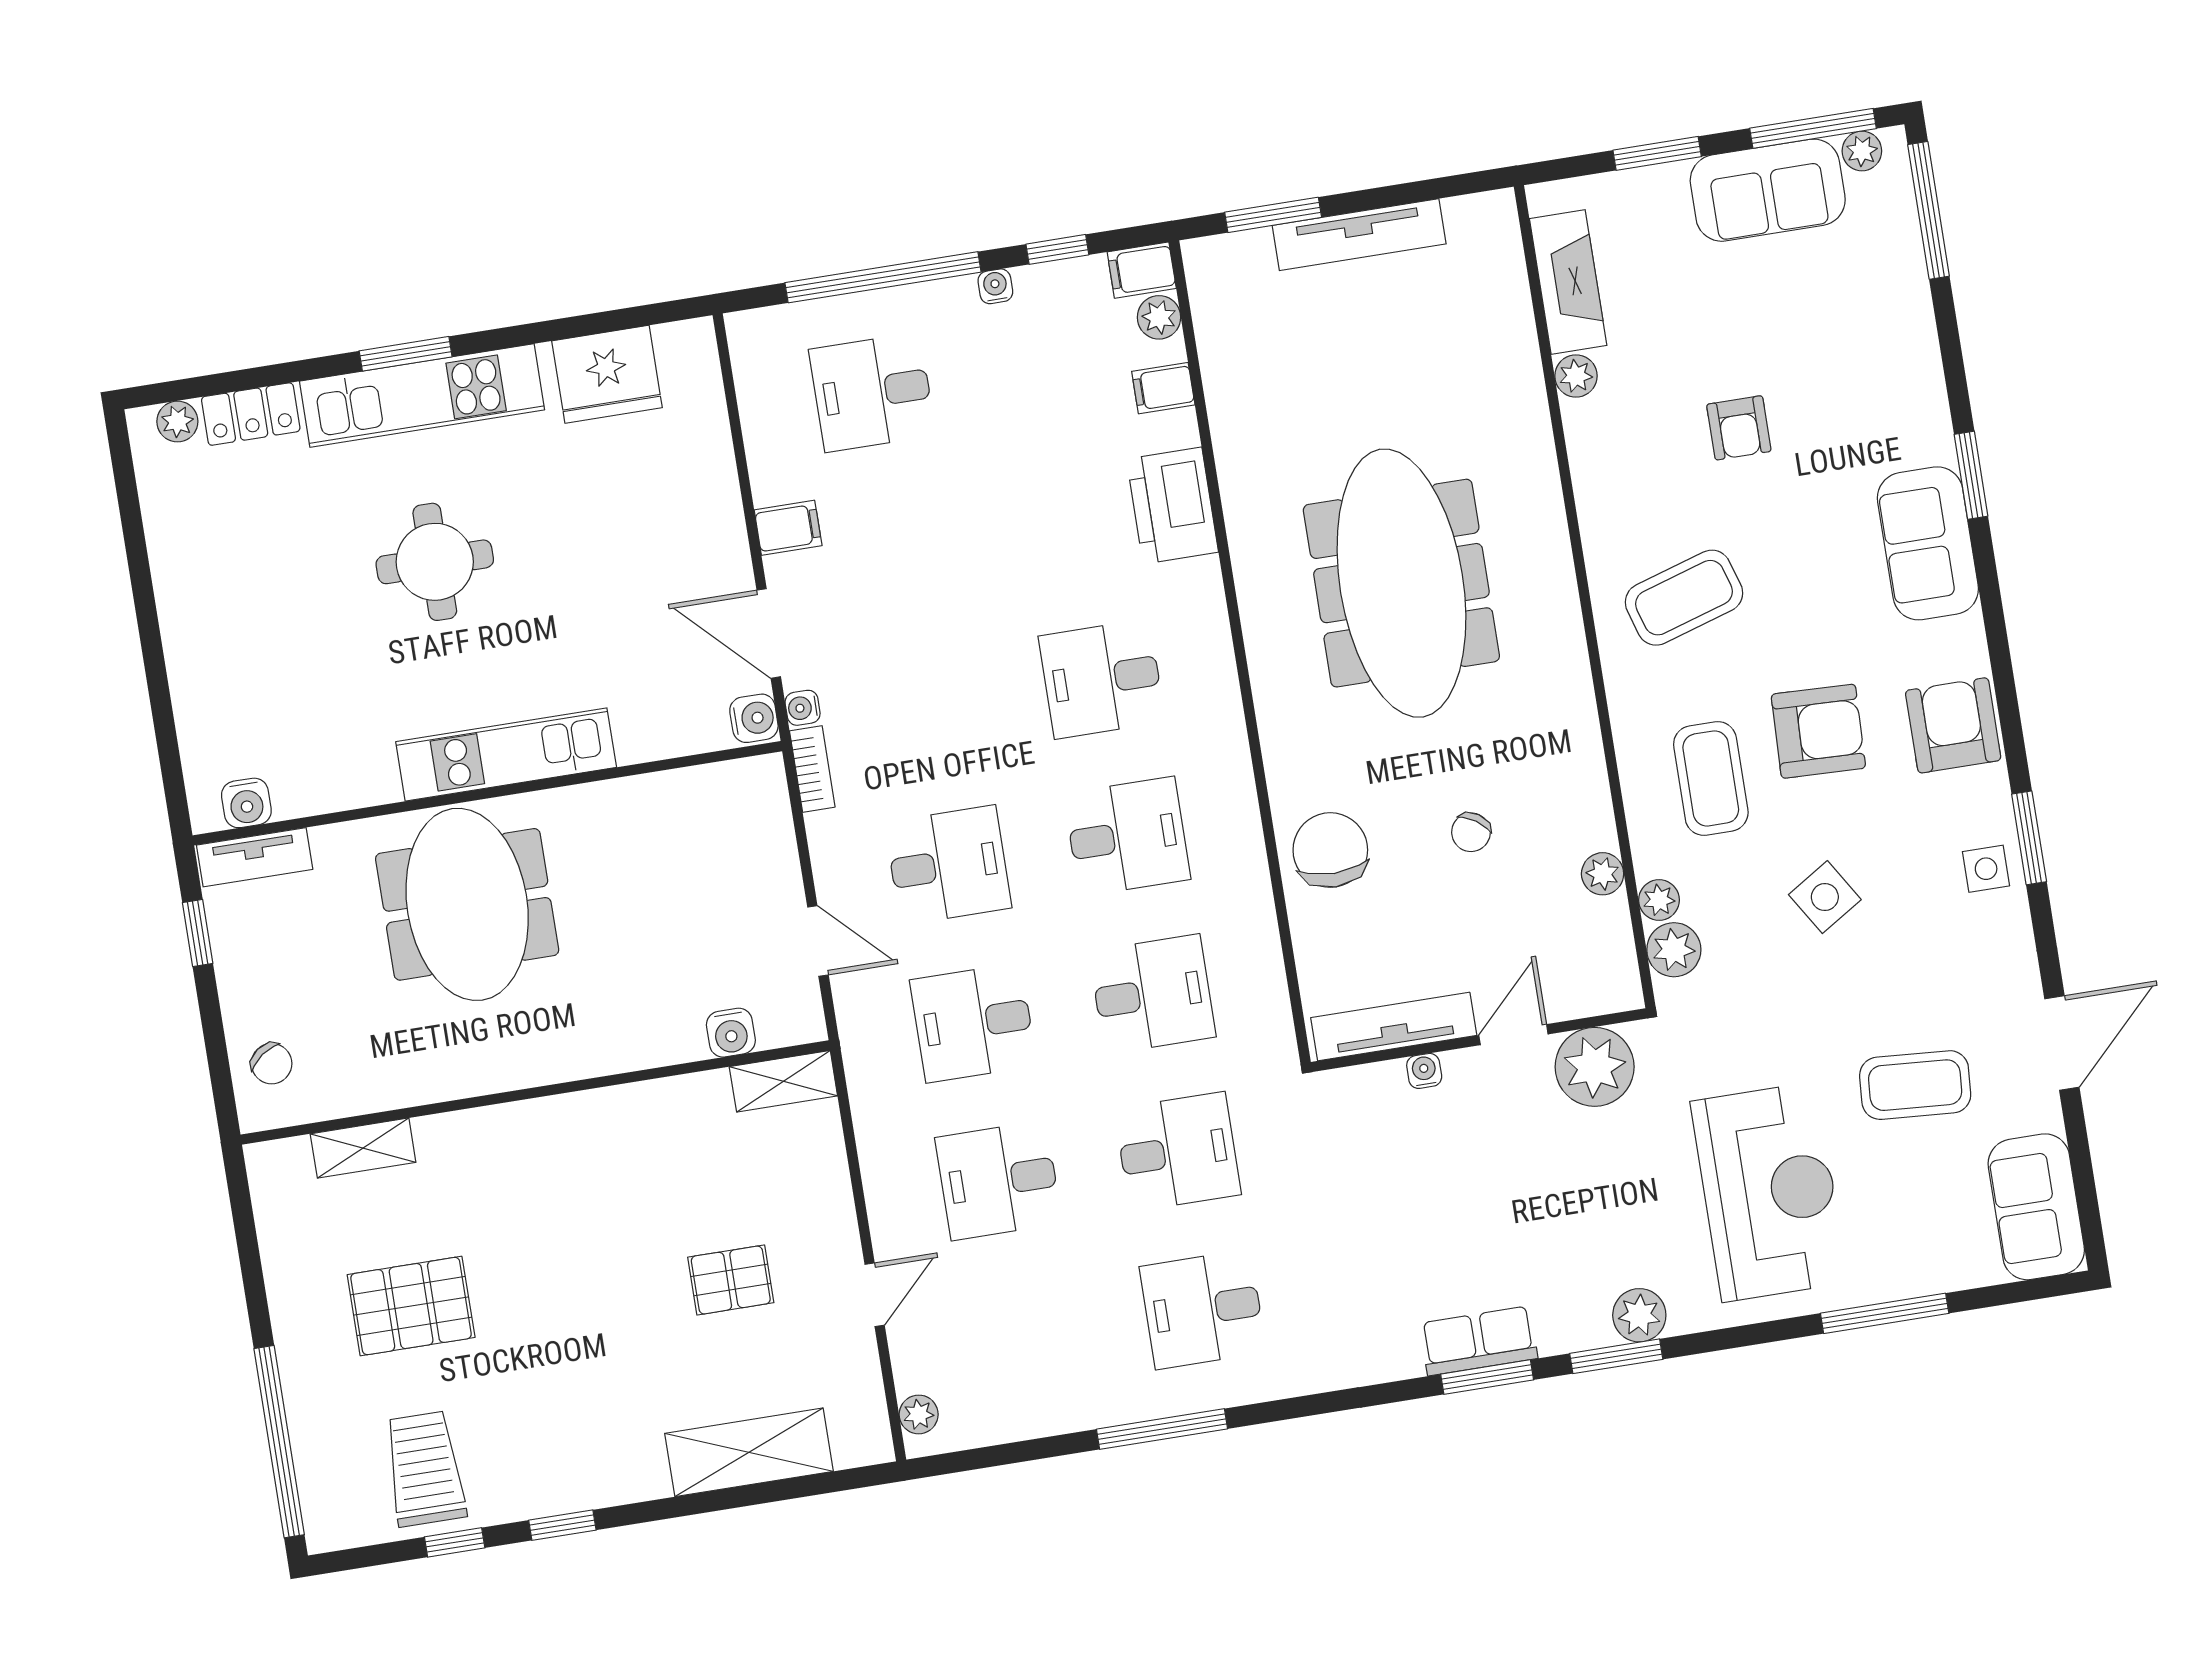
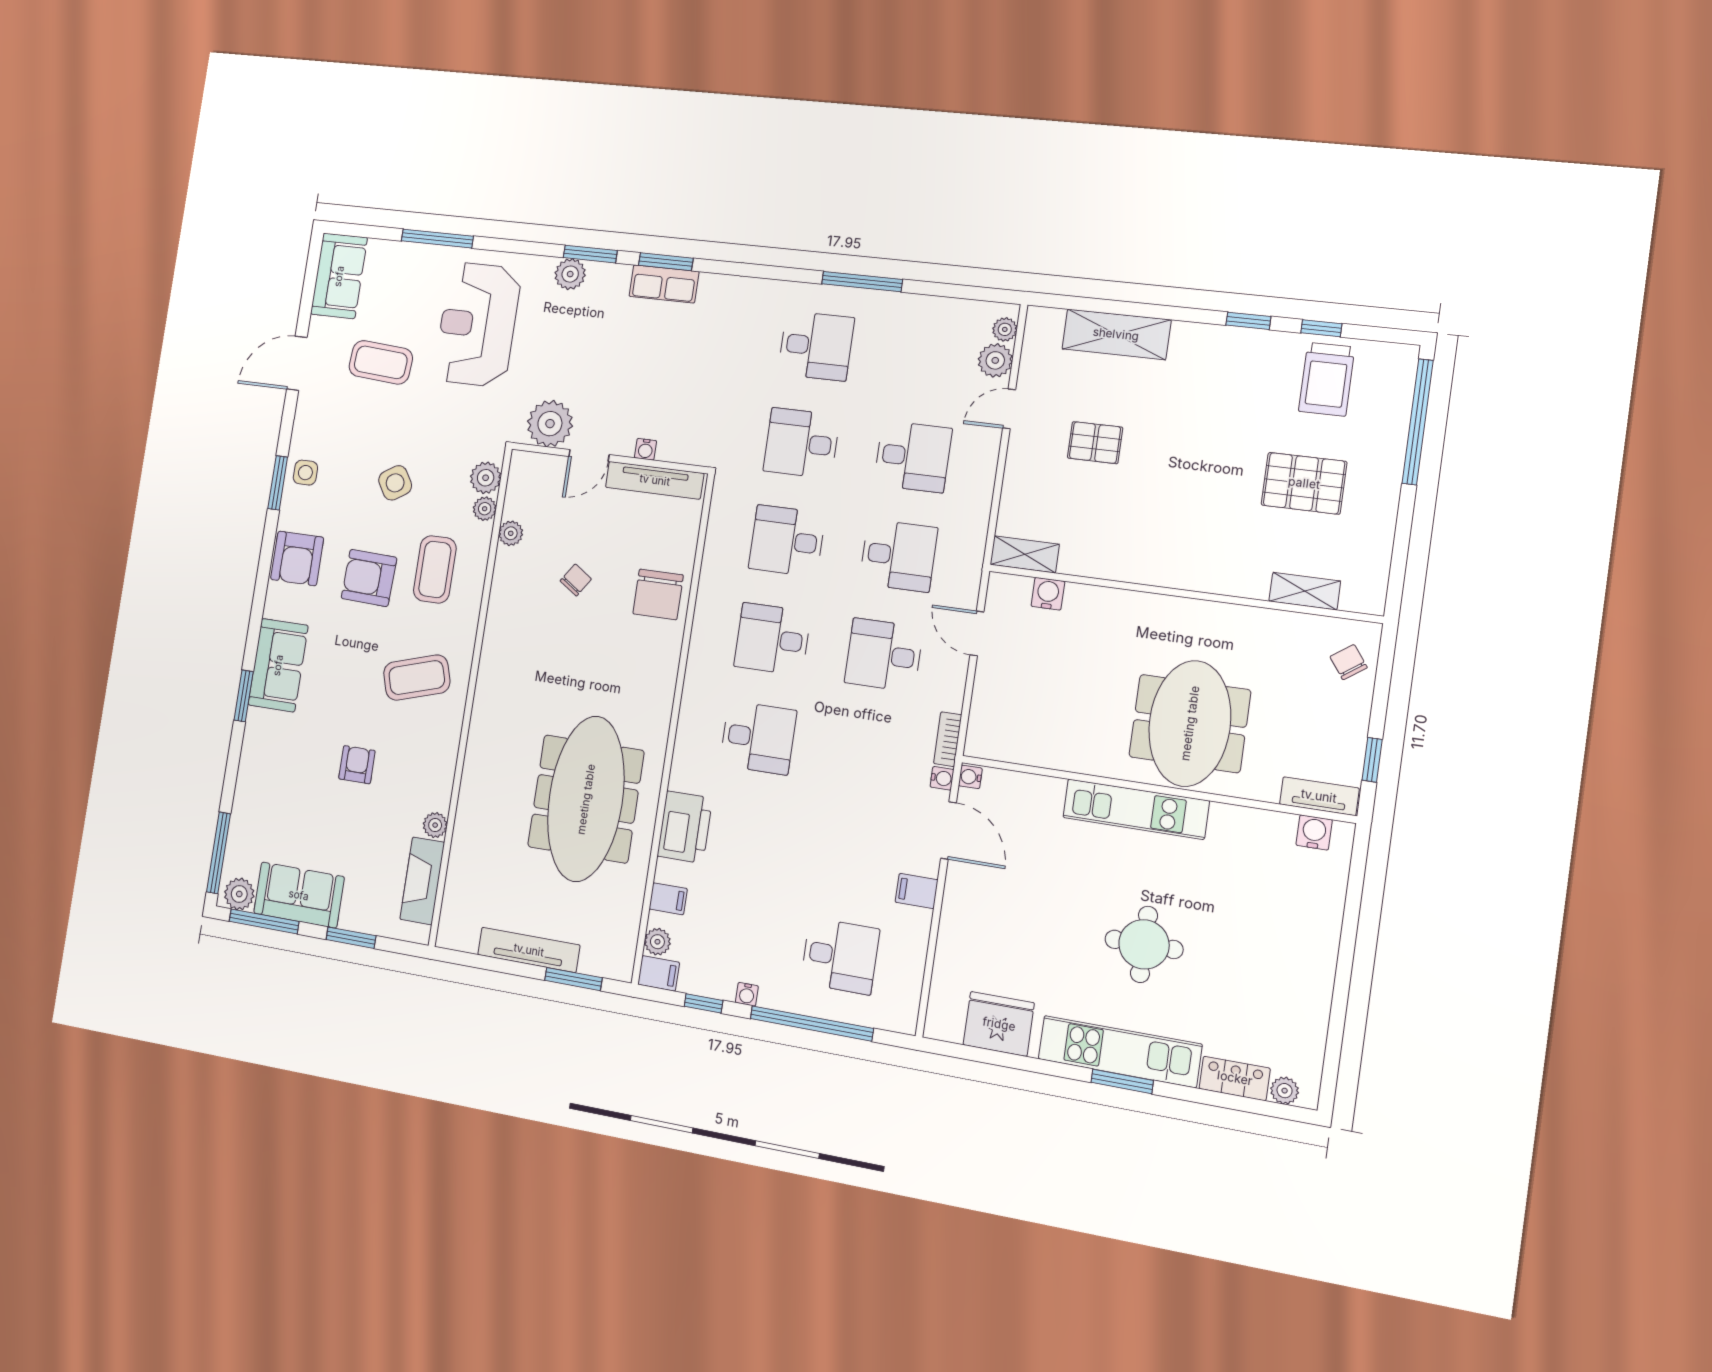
plant: (1862, 151) -> (239, 894), width x1.38, depth x1.38
meeting table: (1401, 583) -> (586, 799), moved
water cooler: (754, 718) -> (970, 777), width x0.72, depth x0.72
plant: (918, 1363) -> (995, 360), added

